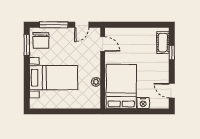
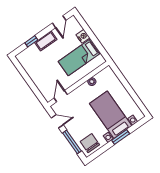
chair: (41, 40) -> (90, 143), turned -90
cot: (163, 42) -> (46, 41), moved
window: (27, 45) -> (121, 137), moved
bed: (121, 86) -> (79, 57), width x0.67

